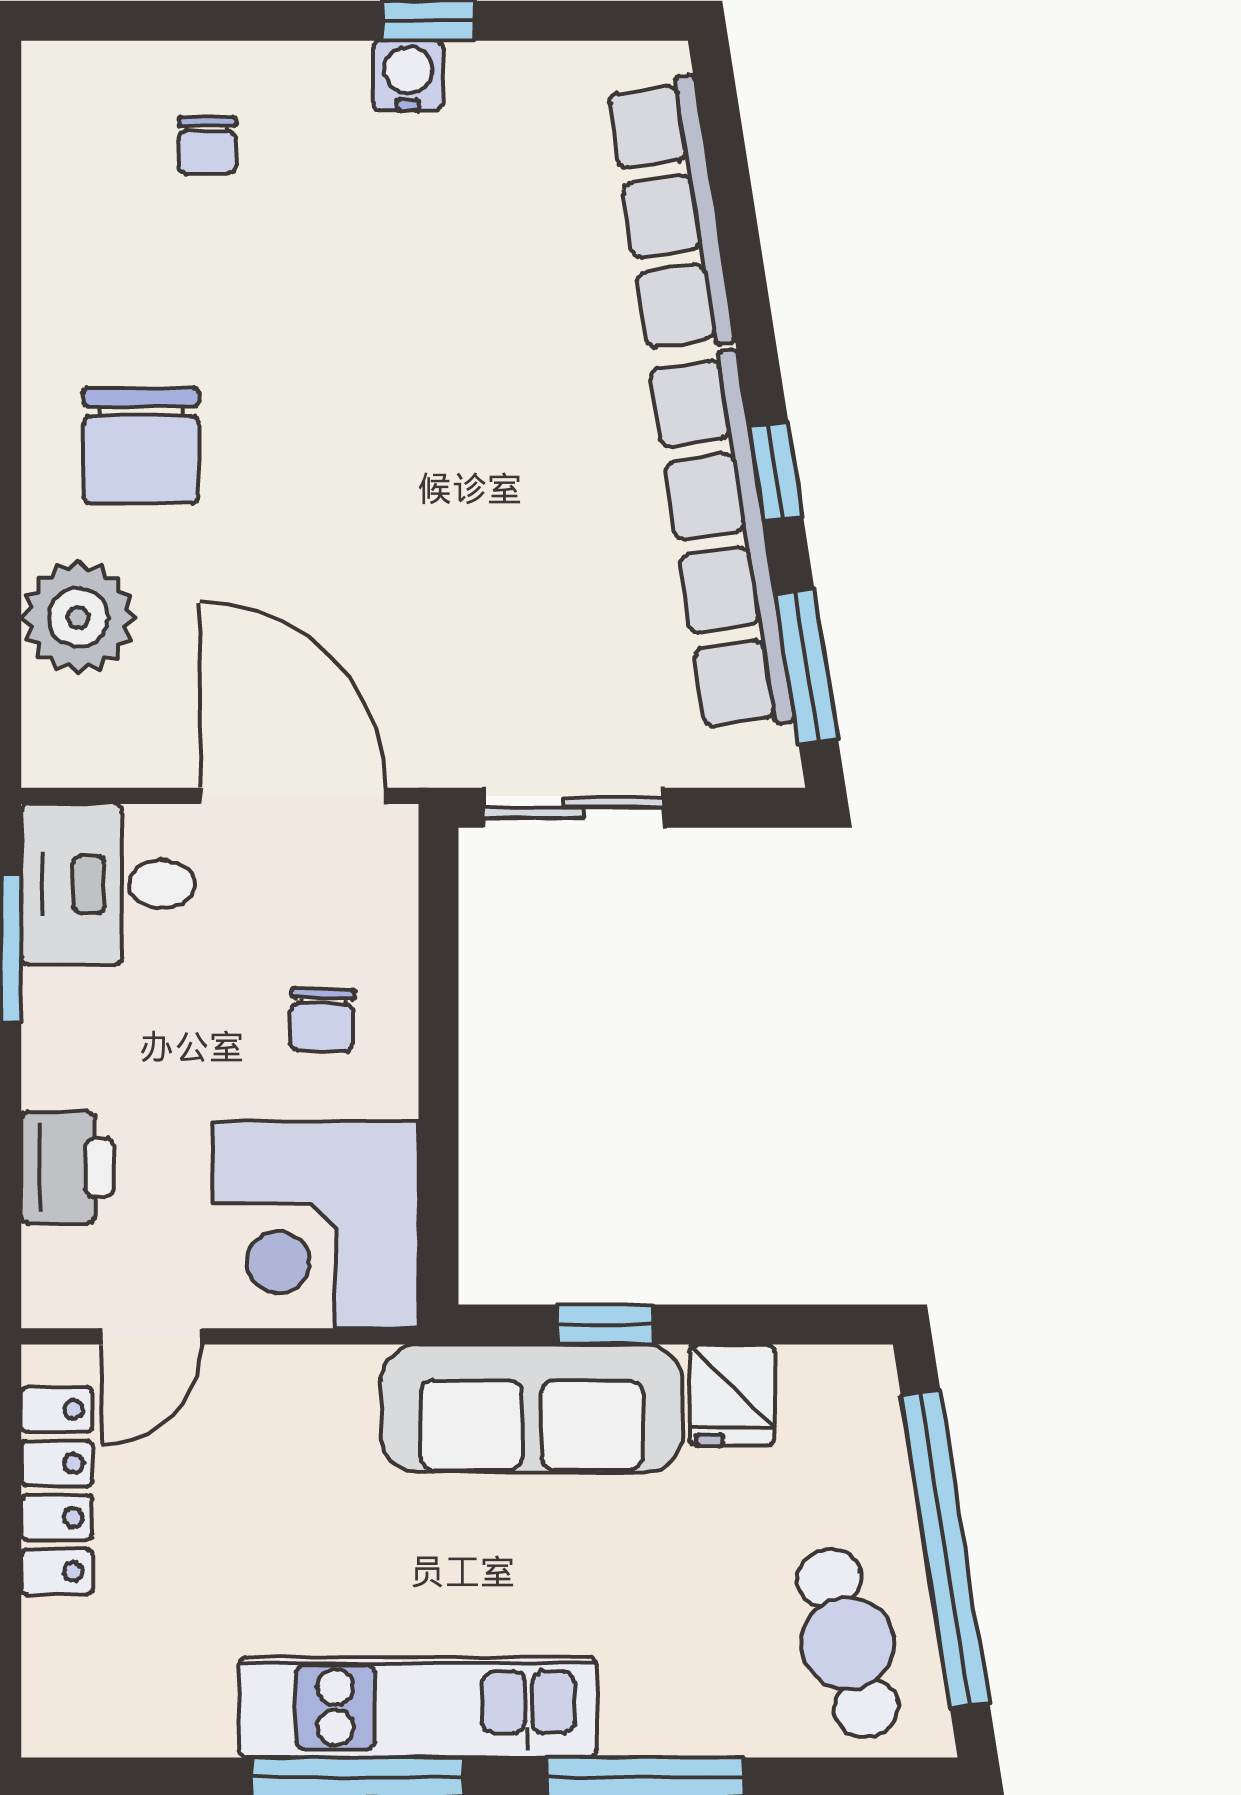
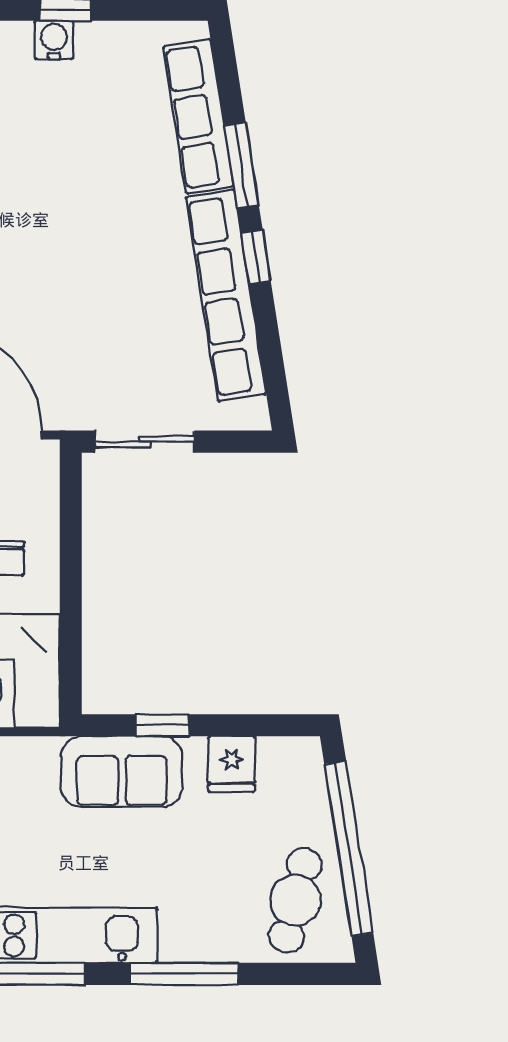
window: (806, 666) -> (241, 166), moved
sofa: (532, 1409) -> (122, 771), width x0.73
cafe table: (848, 1643) -> (295, 900), turned 30

